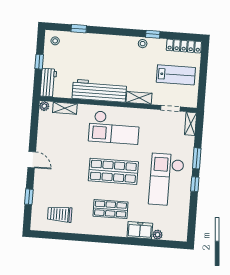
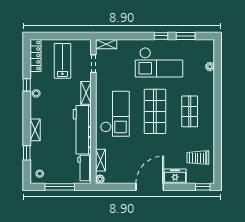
shelving: (103, 39) -> (35, 130), added
window: (39, 62) -> (60, 187), width x2.17
workbench: (48, 83) -> (85, 168), moved, turned -90
window: (197, 158) -> (186, 36), moved
door: (32, 160) -> (150, 187), width x1.88
window: (29, 197) -> (203, 187), moved
trolley: (60, 214) -> (198, 158), turned 90
freezer: (140, 230) -> (175, 176), moved, turned 90

